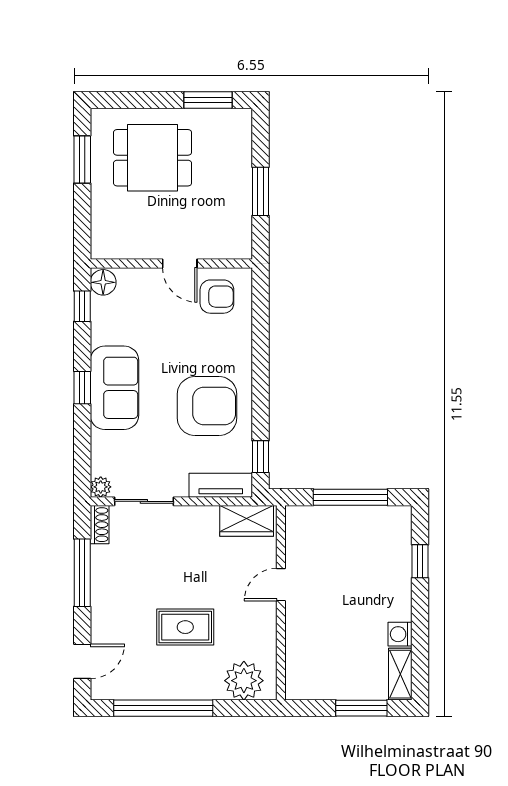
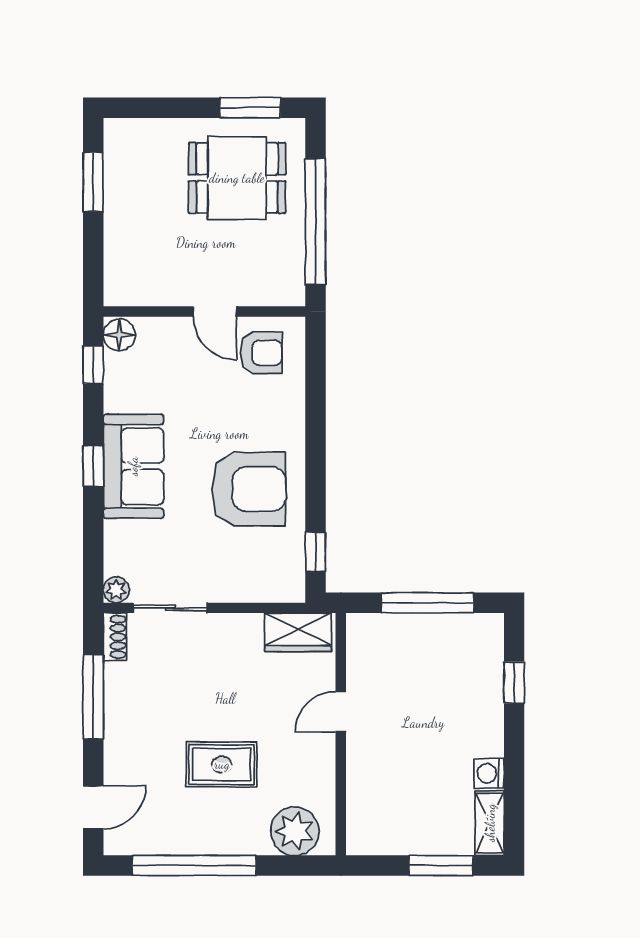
dining table: (153, 158) -> (237, 178), moved
window: (261, 191) -> (315, 222), width x2.11
tv unit: (221, 485) -> (266, 588), removed

